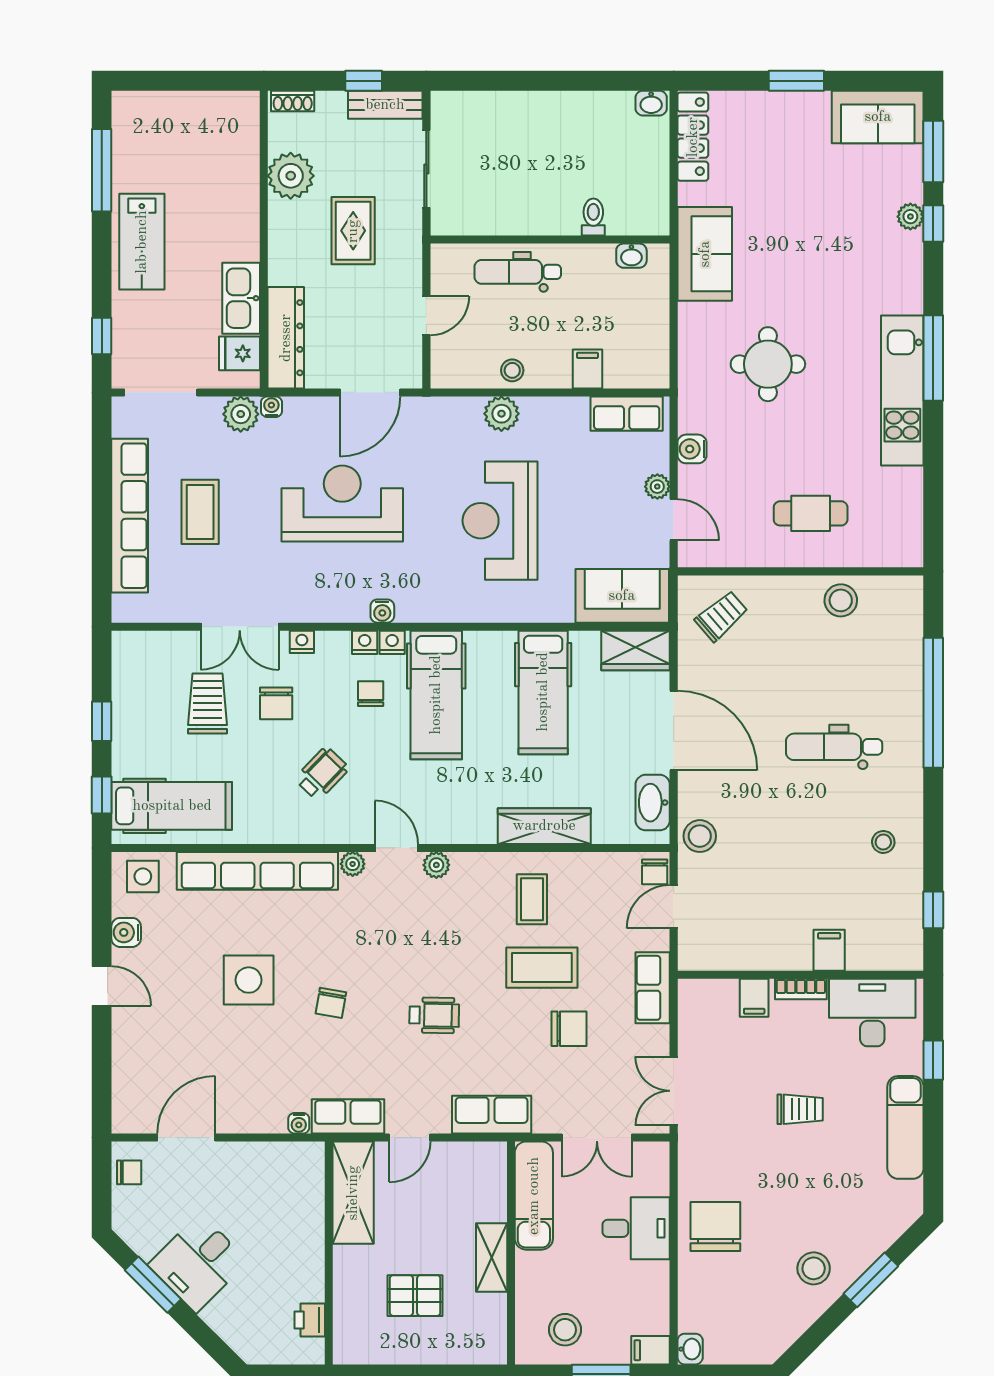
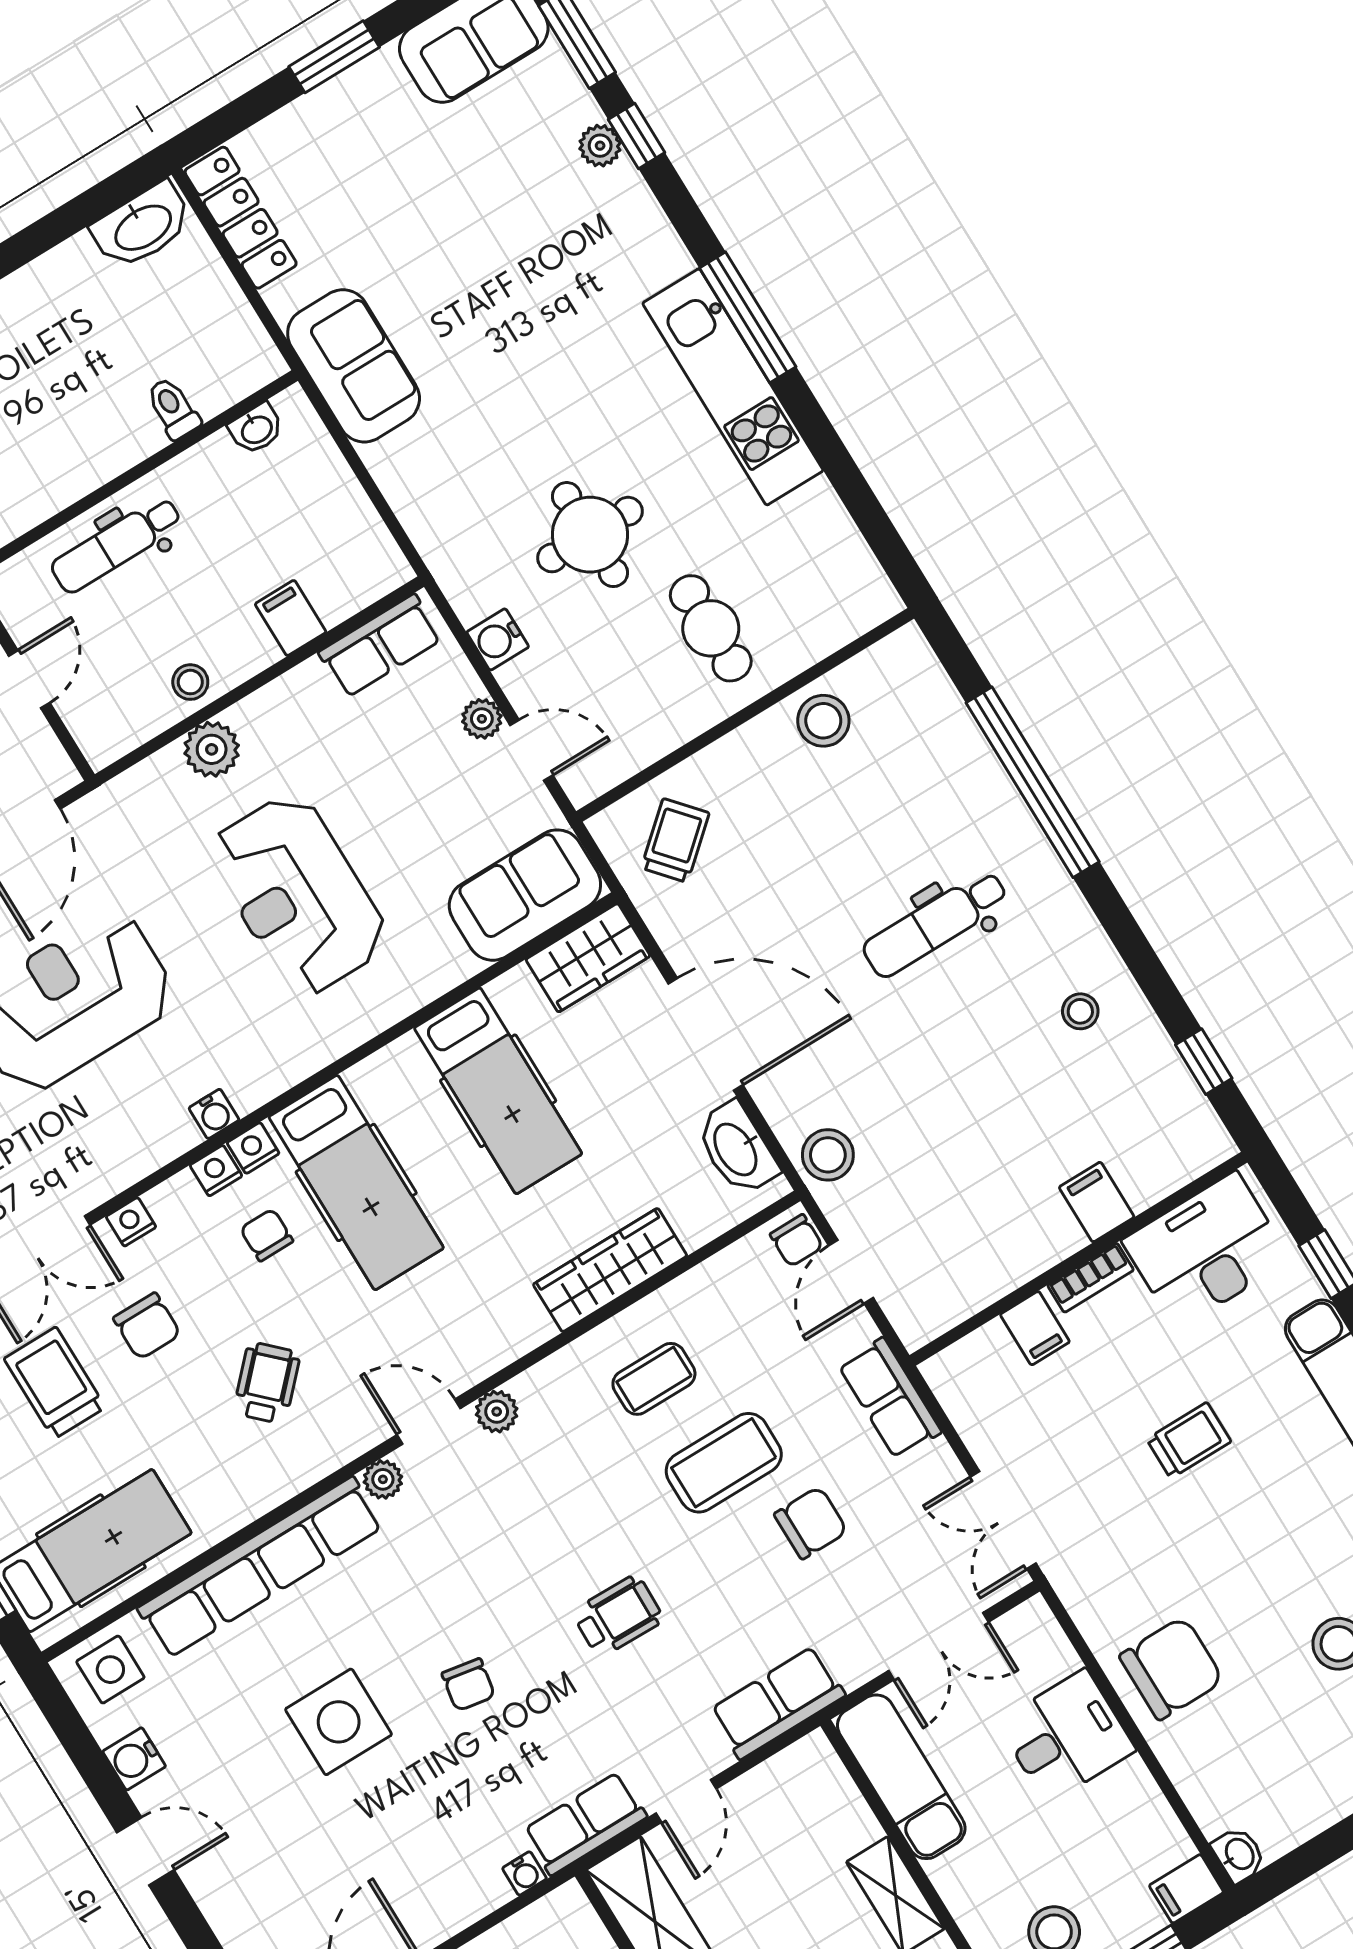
washbasin: (651, 103) -> (142, 226), width x1.91, depth x1.45
round table: (768, 364) -> (590, 535), moved
cafe table: (811, 513) -> (711, 628), turned 90
coffee table: (532, 899) -> (654, 1379), turned 90
chair: (715, 1226) -> (1171, 1668), turned 90

